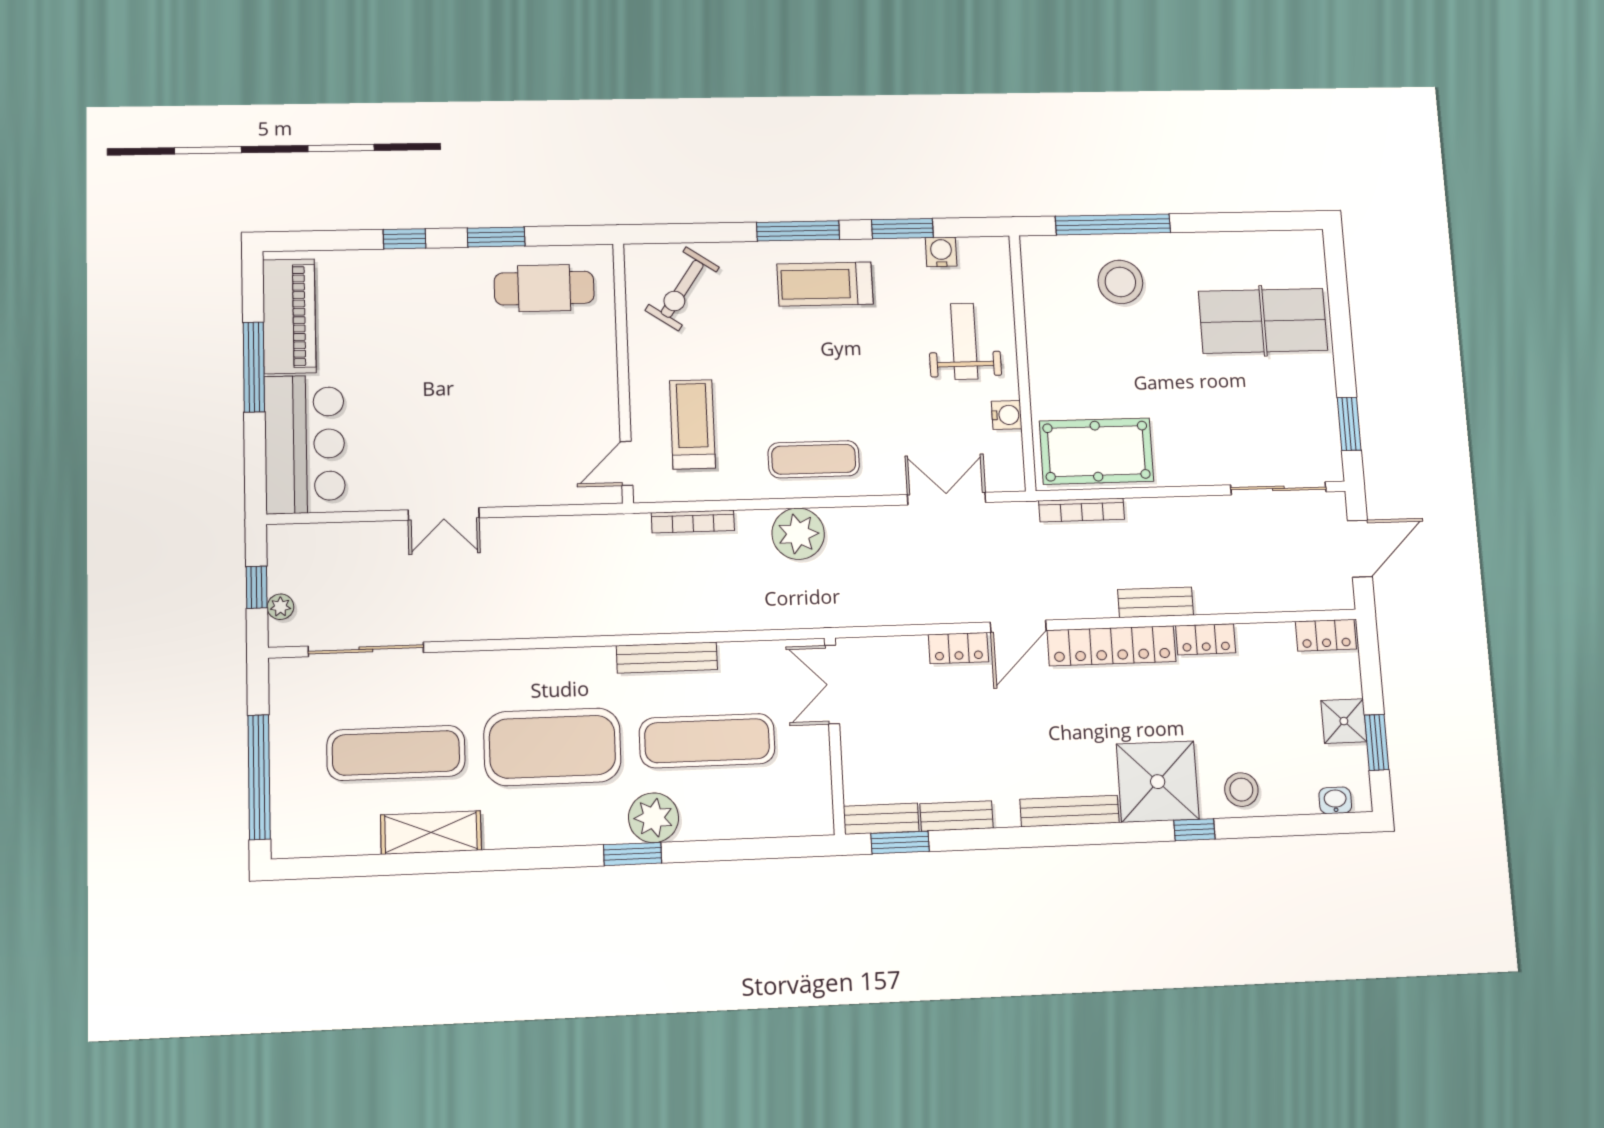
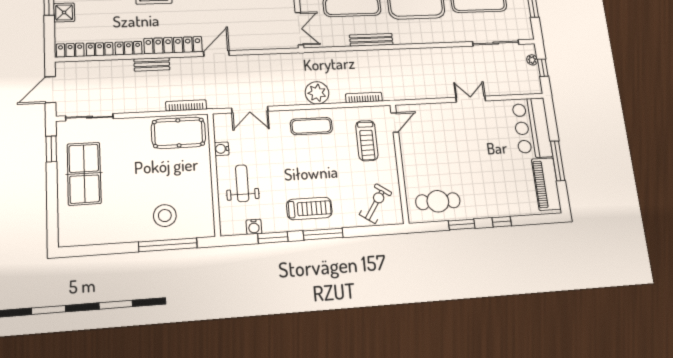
table tennis table: (1263, 321) -> (84, 174), moved, turned 90
weight bench: (964, 341) -> (242, 183), turned 180
locker: (959, 648) -> (100, 49), moved

